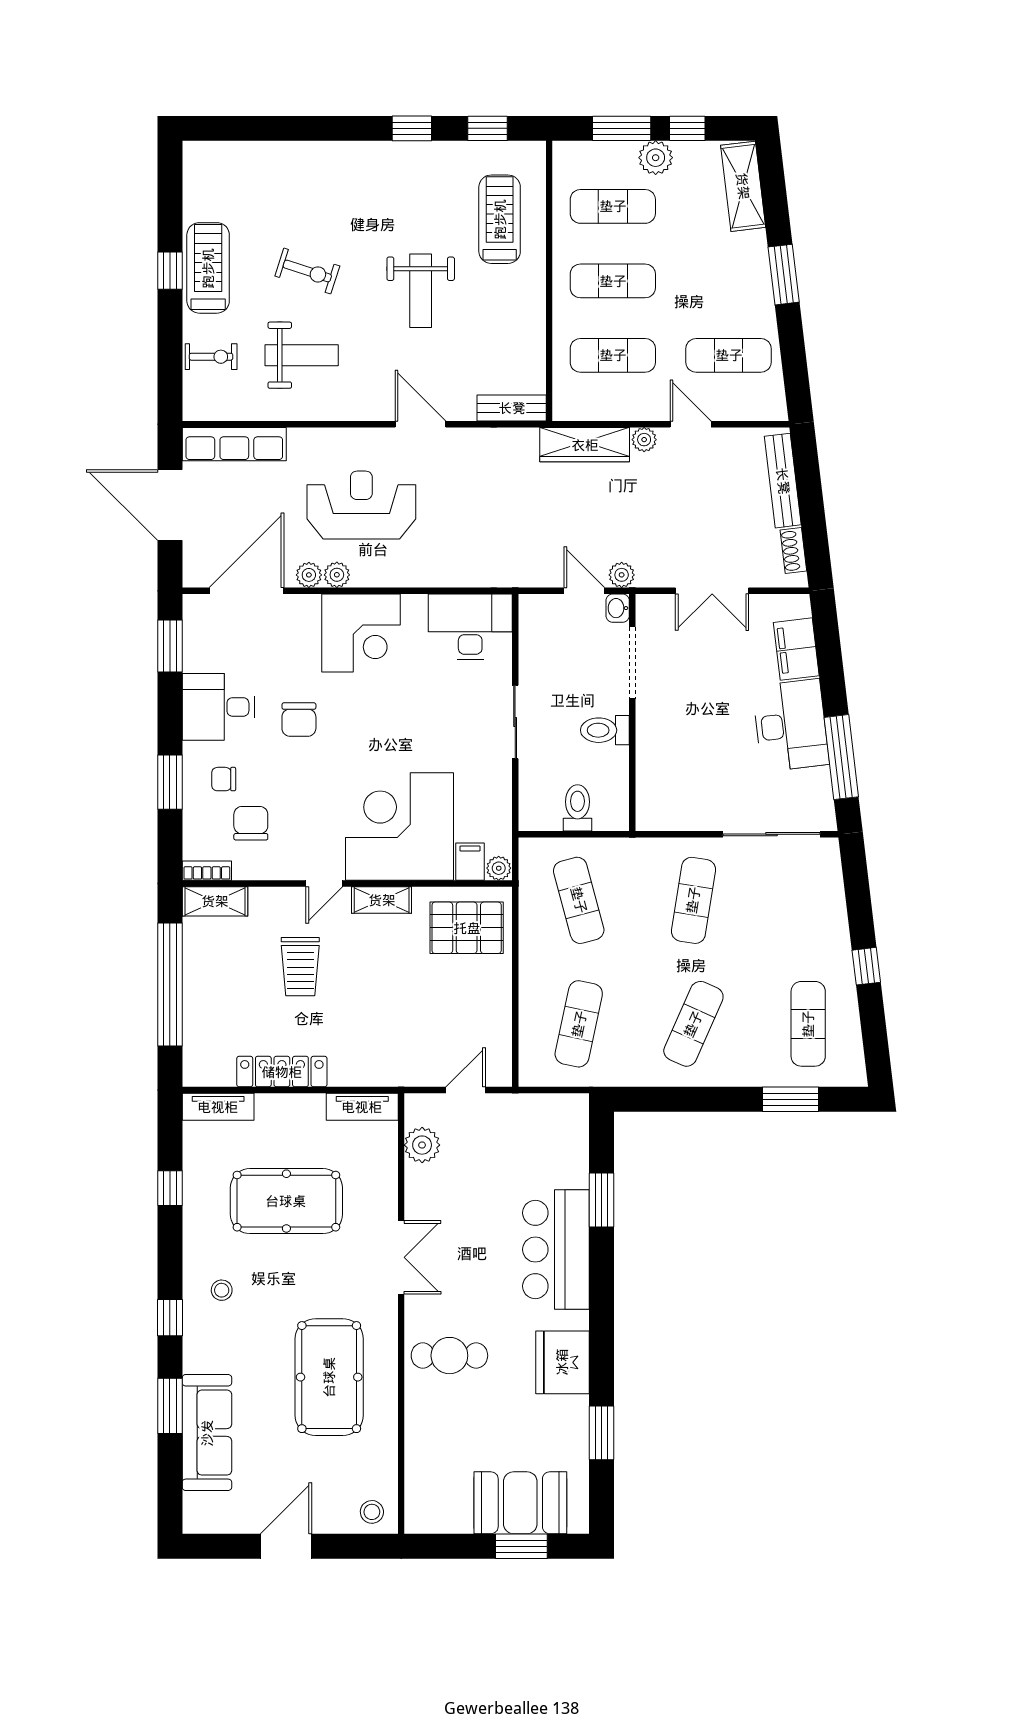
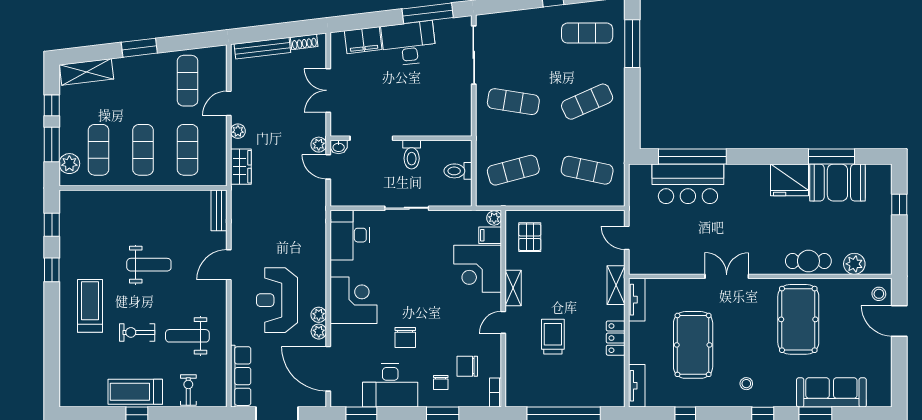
plant: (656, 158) -> (69, 164), moved
treadmill: (500, 219) -> (90, 306), moved, turned 90
exercise bike: (307, 271) -> (137, 332), turned -108
weight bench: (302, 355) -> (187, 336), turned -90
wardrobe: (585, 445) -> (241, 167), width x0.67
door: (584, 591) -> (328, 167), hinge flipped
double door: (712, 591) -> (328, 90), swing flipped
desk: (218, 707) -> (390, 386), width x1.37
chair: (299, 720) -> (405, 337), turned 90
corner desk: (399, 826) -> (478, 269), width x0.74, depth x0.74
door: (324, 883) -> (503, 322), swing flipped
shelving: (215, 901) -> (616, 285), moved
pallet: (467, 928) -> (530, 237), width x0.67, depth x0.71
trolley: (300, 967) -> (553, 337), turned -90
exercise mat: (693, 1024) -> (587, 102), turned -48
locker: (282, 1072) -> (616, 338), width x0.66
window: (791, 1099) -> (632, 44), width x1.44
plant: (422, 1145) -> (854, 264), moved
window: (601, 1200) -> (692, 157), width x2.11
bar counter: (556, 1250) -> (688, 184), moved
cafe table: (449, 1356) -> (808, 261), moved, turned 90
pool table: (329, 1377) -> (798, 319), turned 90
window: (601, 1433) -> (832, 157), width x1.44
booth: (520, 1503) -> (837, 183), moved, turned 90
door: (286, 1546) -> (899, 321), moved
window: (521, 1546) -> (899, 204), width x0.67

